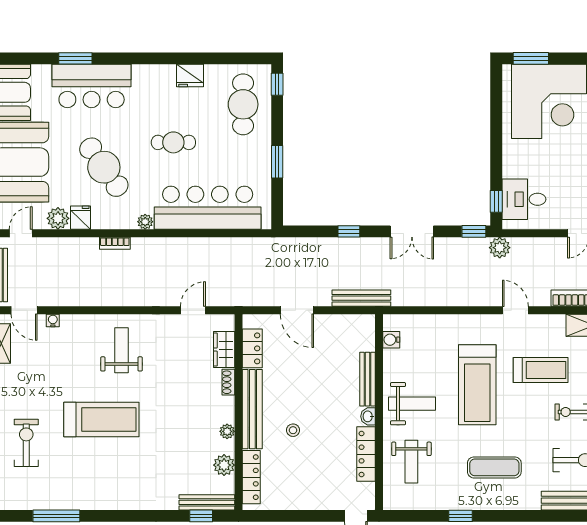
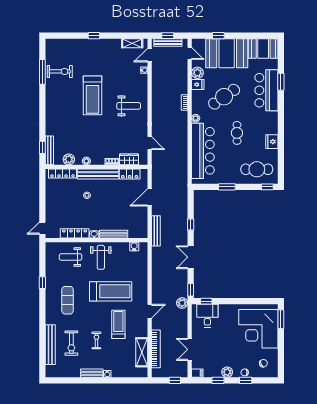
treadmill: (541, 370) -> (118, 324), turned 180
treadmill: (477, 385) -> (111, 291), turned 180
exercise bike: (26, 443) -> (60, 71), moved

